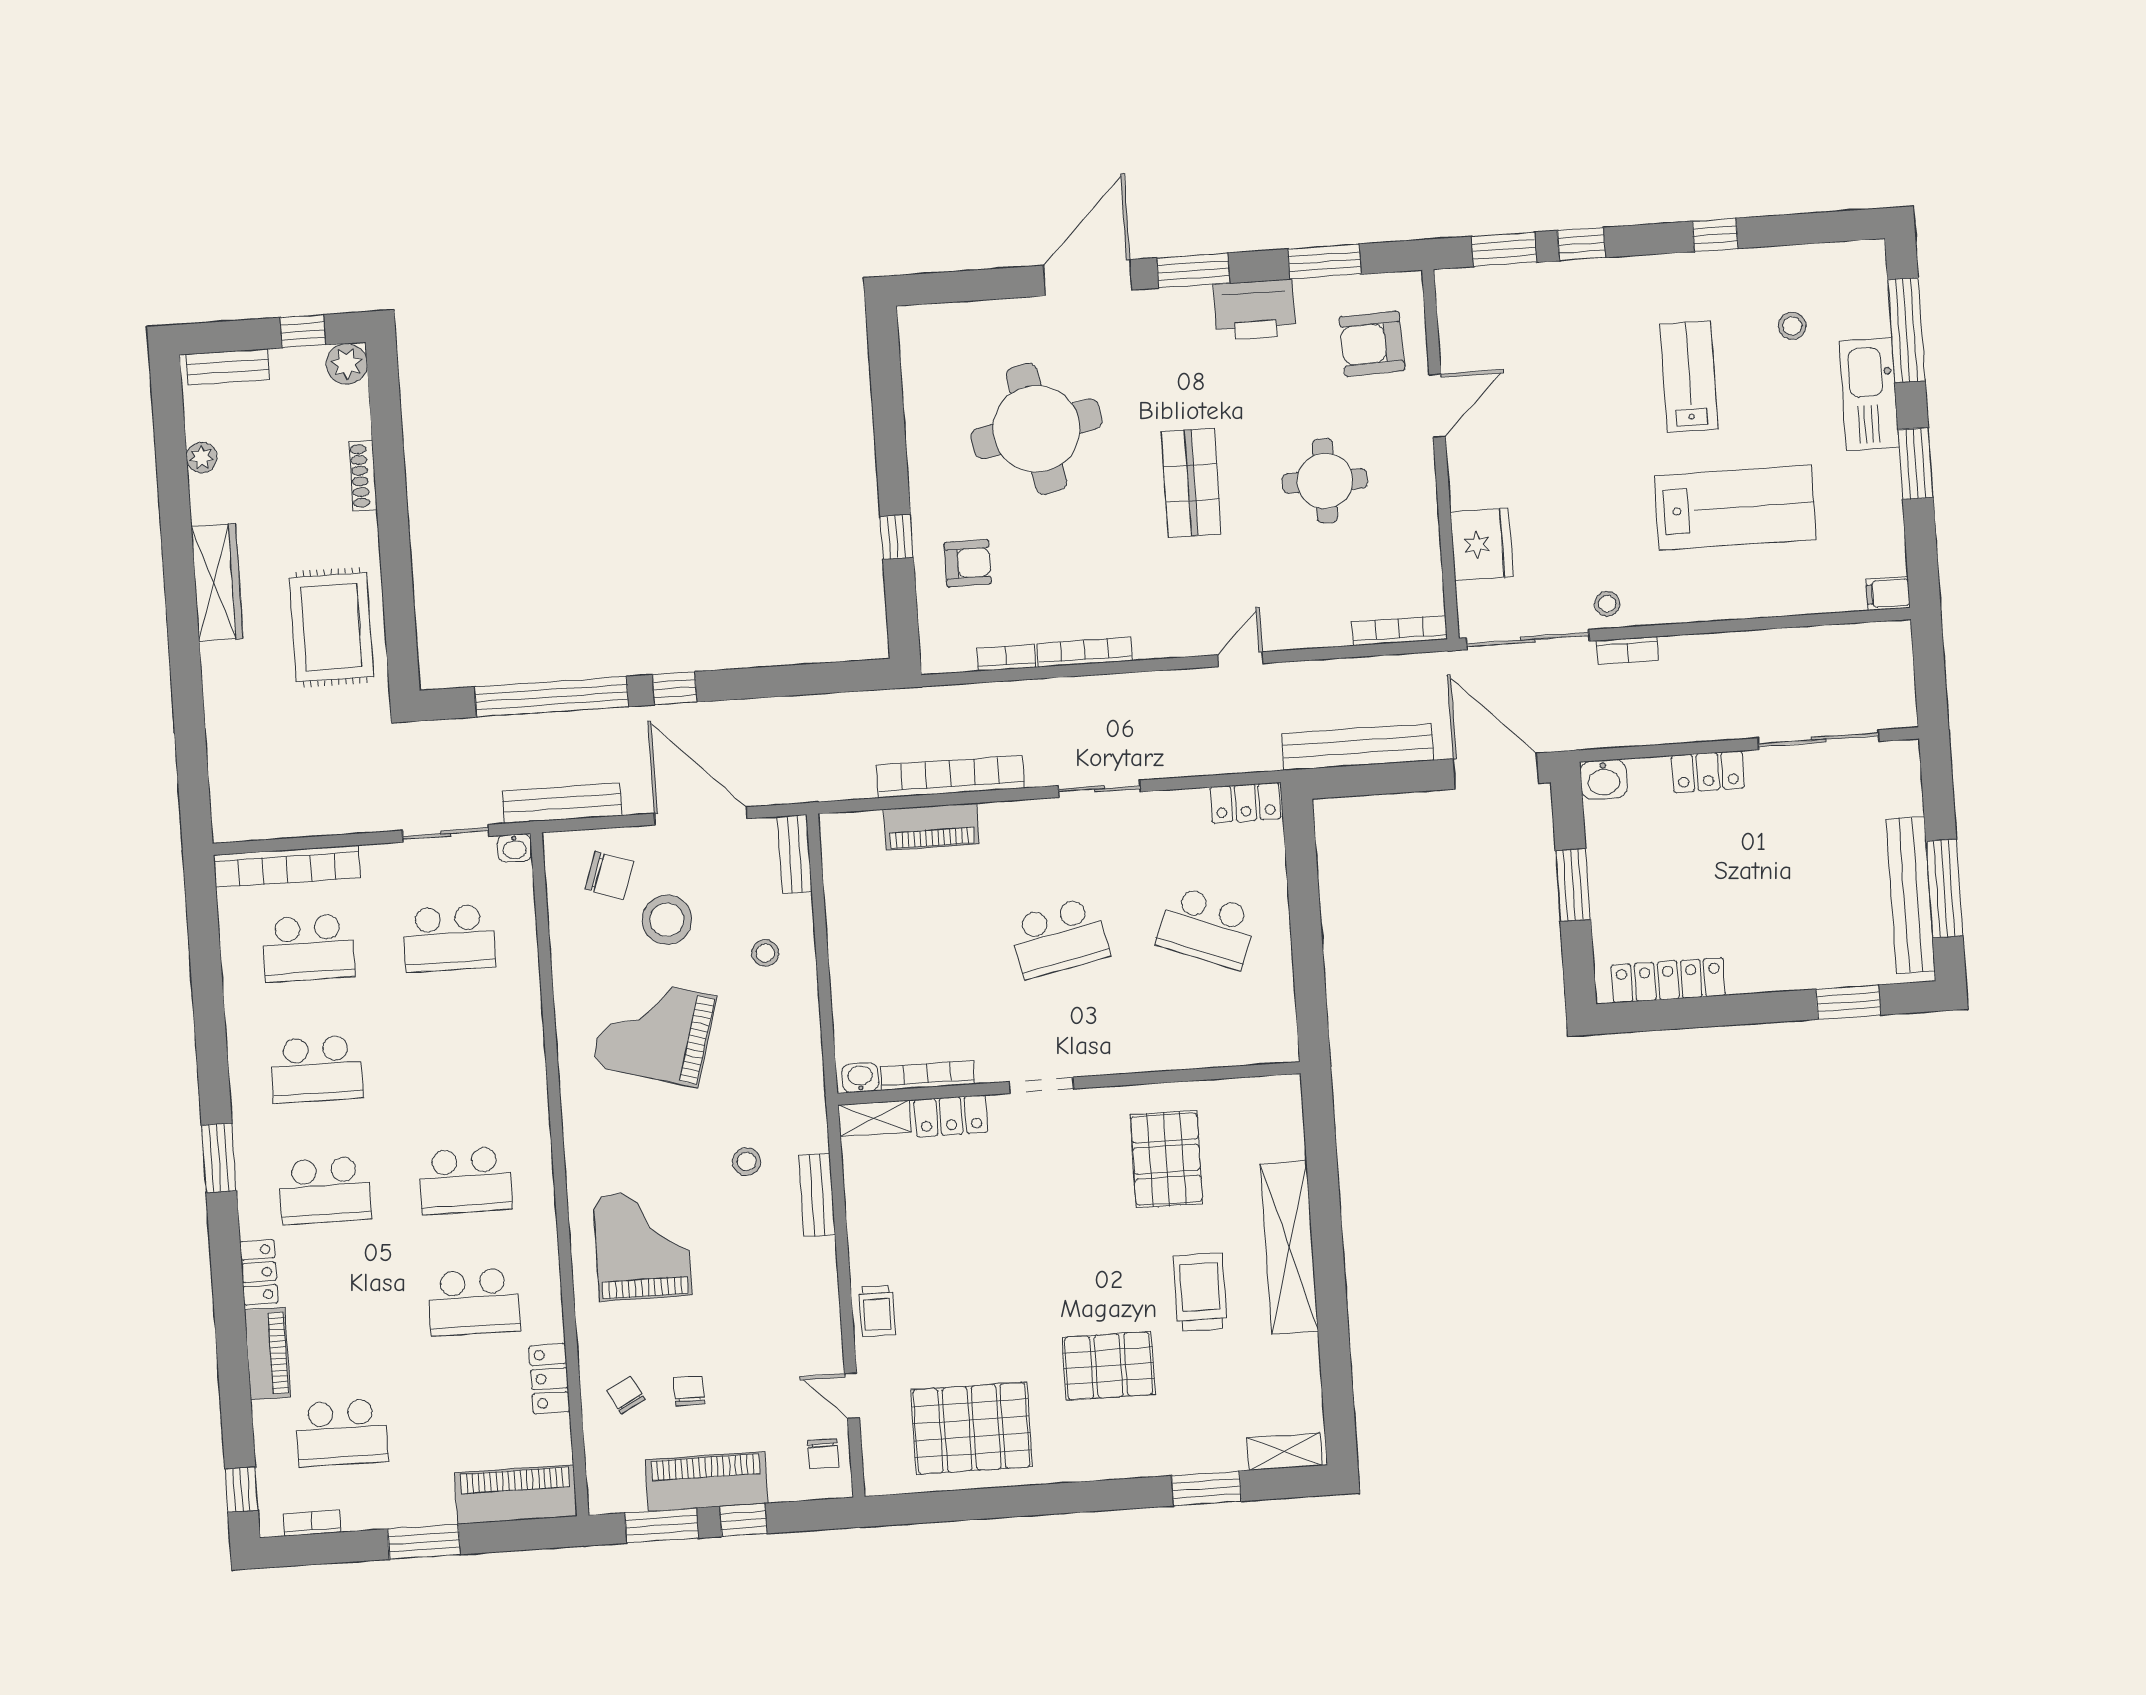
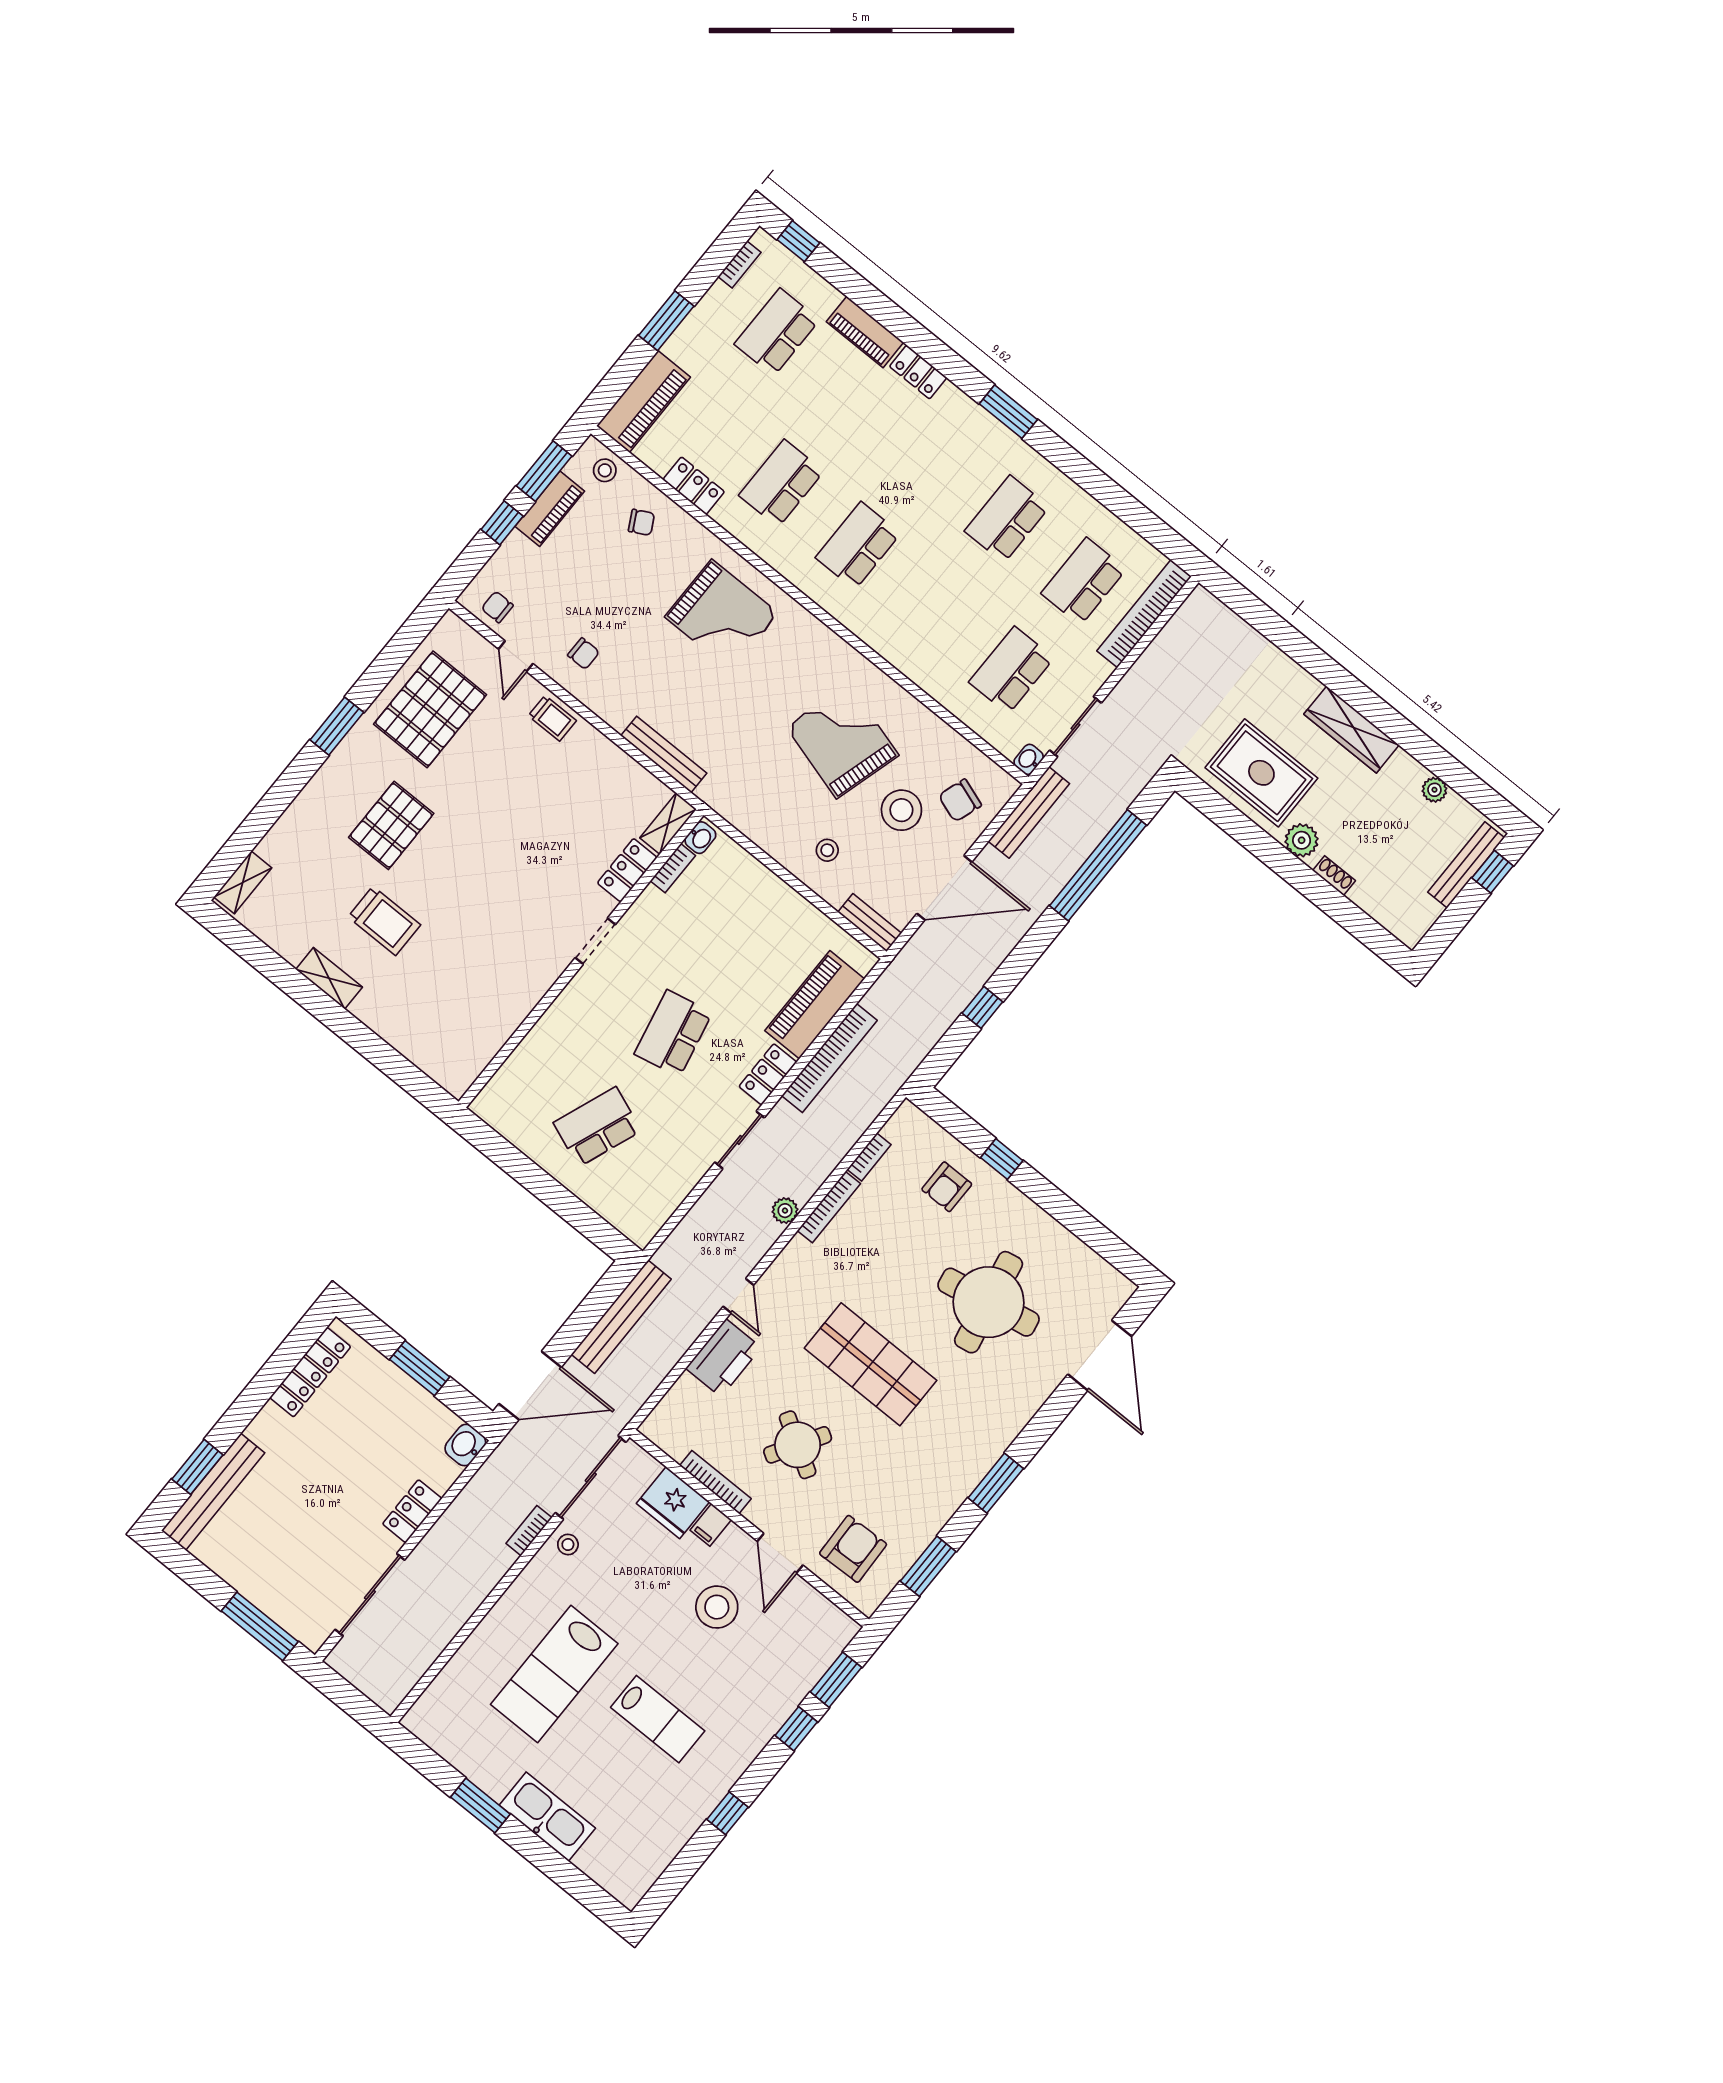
door: (1088, 278) -> (1100, 1355), moved
printer: (1255, 310) -> (723, 1358), moved, turned 180
stool: (1792, 326) -> (717, 1607), moved, width x1.89, depth x1.89
window: (1906, 330) -> (565, 1874), removed
window: (303, 331) -> (1493, 872), moved
plant: (347, 364) -> (1302, 840), moved
bench: (228, 367) -> (1466, 865), width x1.36
shoe rack: (363, 476) -> (1334, 876), width x0.70
round table: (1325, 481) -> (798, 1445), turned 31
shop shelf: (1191, 483) -> (871, 1364), width x1.43, depth x1.36
filing cabinet: (1888, 593) -> (711, 1525), moved, turned 180
bookcase: (1399, 631) -> (715, 1482), moved, turned -90
window: (675, 688) -> (982, 1007), moved
plant: (1125, 689) -> (785, 1211), added
locker: (1245, 803) -> (768, 1074), moved
piano: (931, 827) -> (815, 1005), width x1.37, depth x1.33
window: (1944, 889) -> (260, 1626), moved
bench: (1911, 895) -> (213, 1492), moved, turned 90
grand piano: (654, 1031) -> (842, 741), turned -90
bookcase: (927, 1076) -> (673, 868), width x0.64
pallet: (1167, 1159) -> (482, 975), removed
stool: (747, 1162) -> (605, 470), moved
school desk: (325, 1190) -> (930, 457), removed
bench: (817, 1195) -> (664, 754), width x1.36
shelving: (1289, 1248) -> (329, 978), width x0.45, depth x0.75
trolley: (877, 1311) -> (552, 718), turned 180
chair: (689, 1391) -> (584, 654), moved
door: (852, 1396) -> (516, 656), swing flipped
piano: (706, 1481) -> (550, 509), width x0.73, depth x0.75
window: (1206, 1488) -> (337, 726), moved

